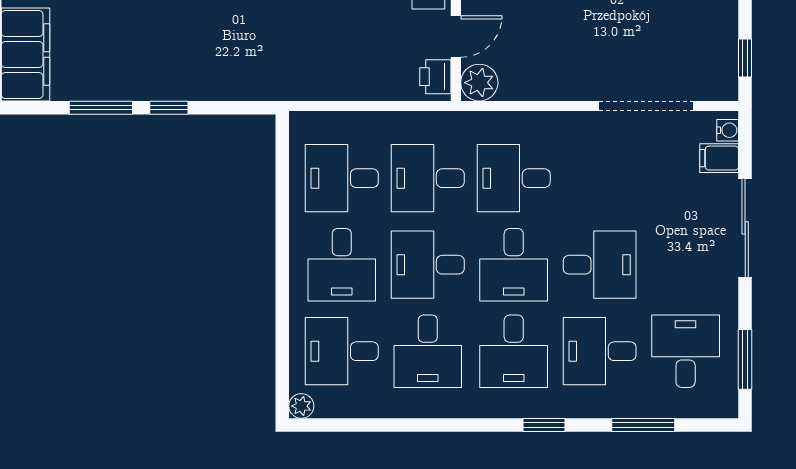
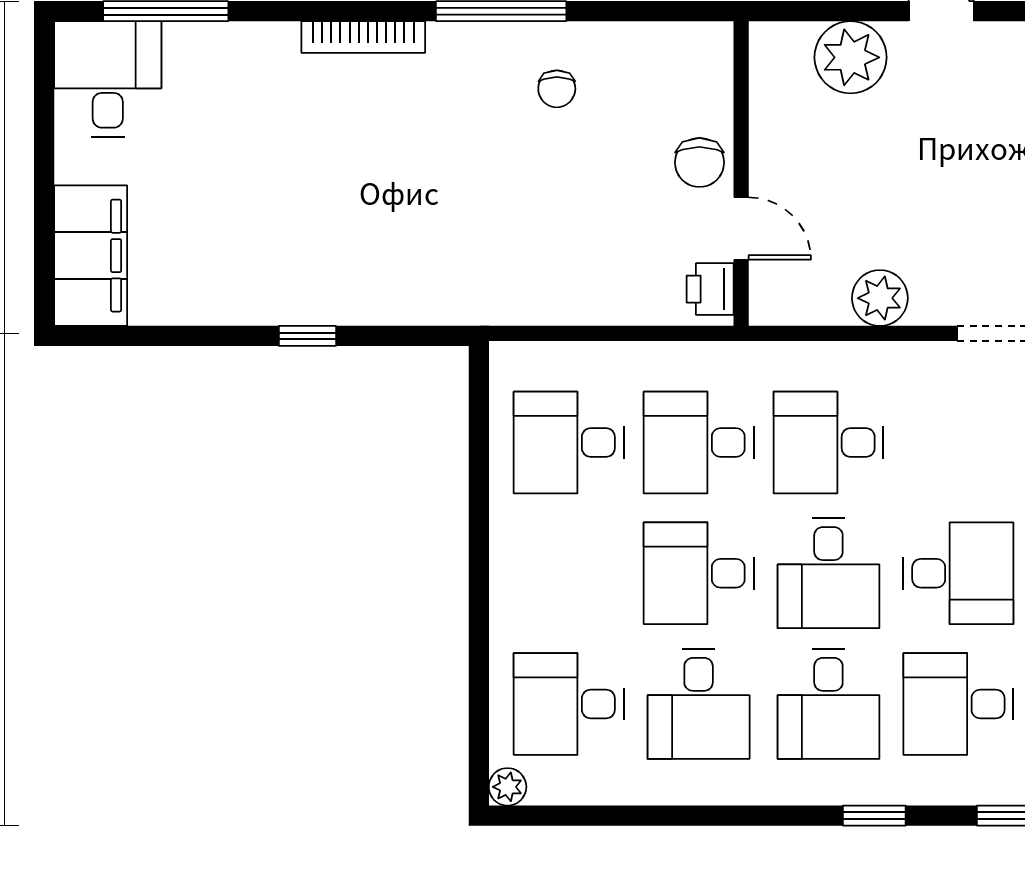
door: (456, 37) -> (741, 229), hinge flipped
plant: (479, 83) -> (880, 298), moved
window: (101, 108) -> (205, 336), removed
desk: (342, 265) -> (569, 573), removed

